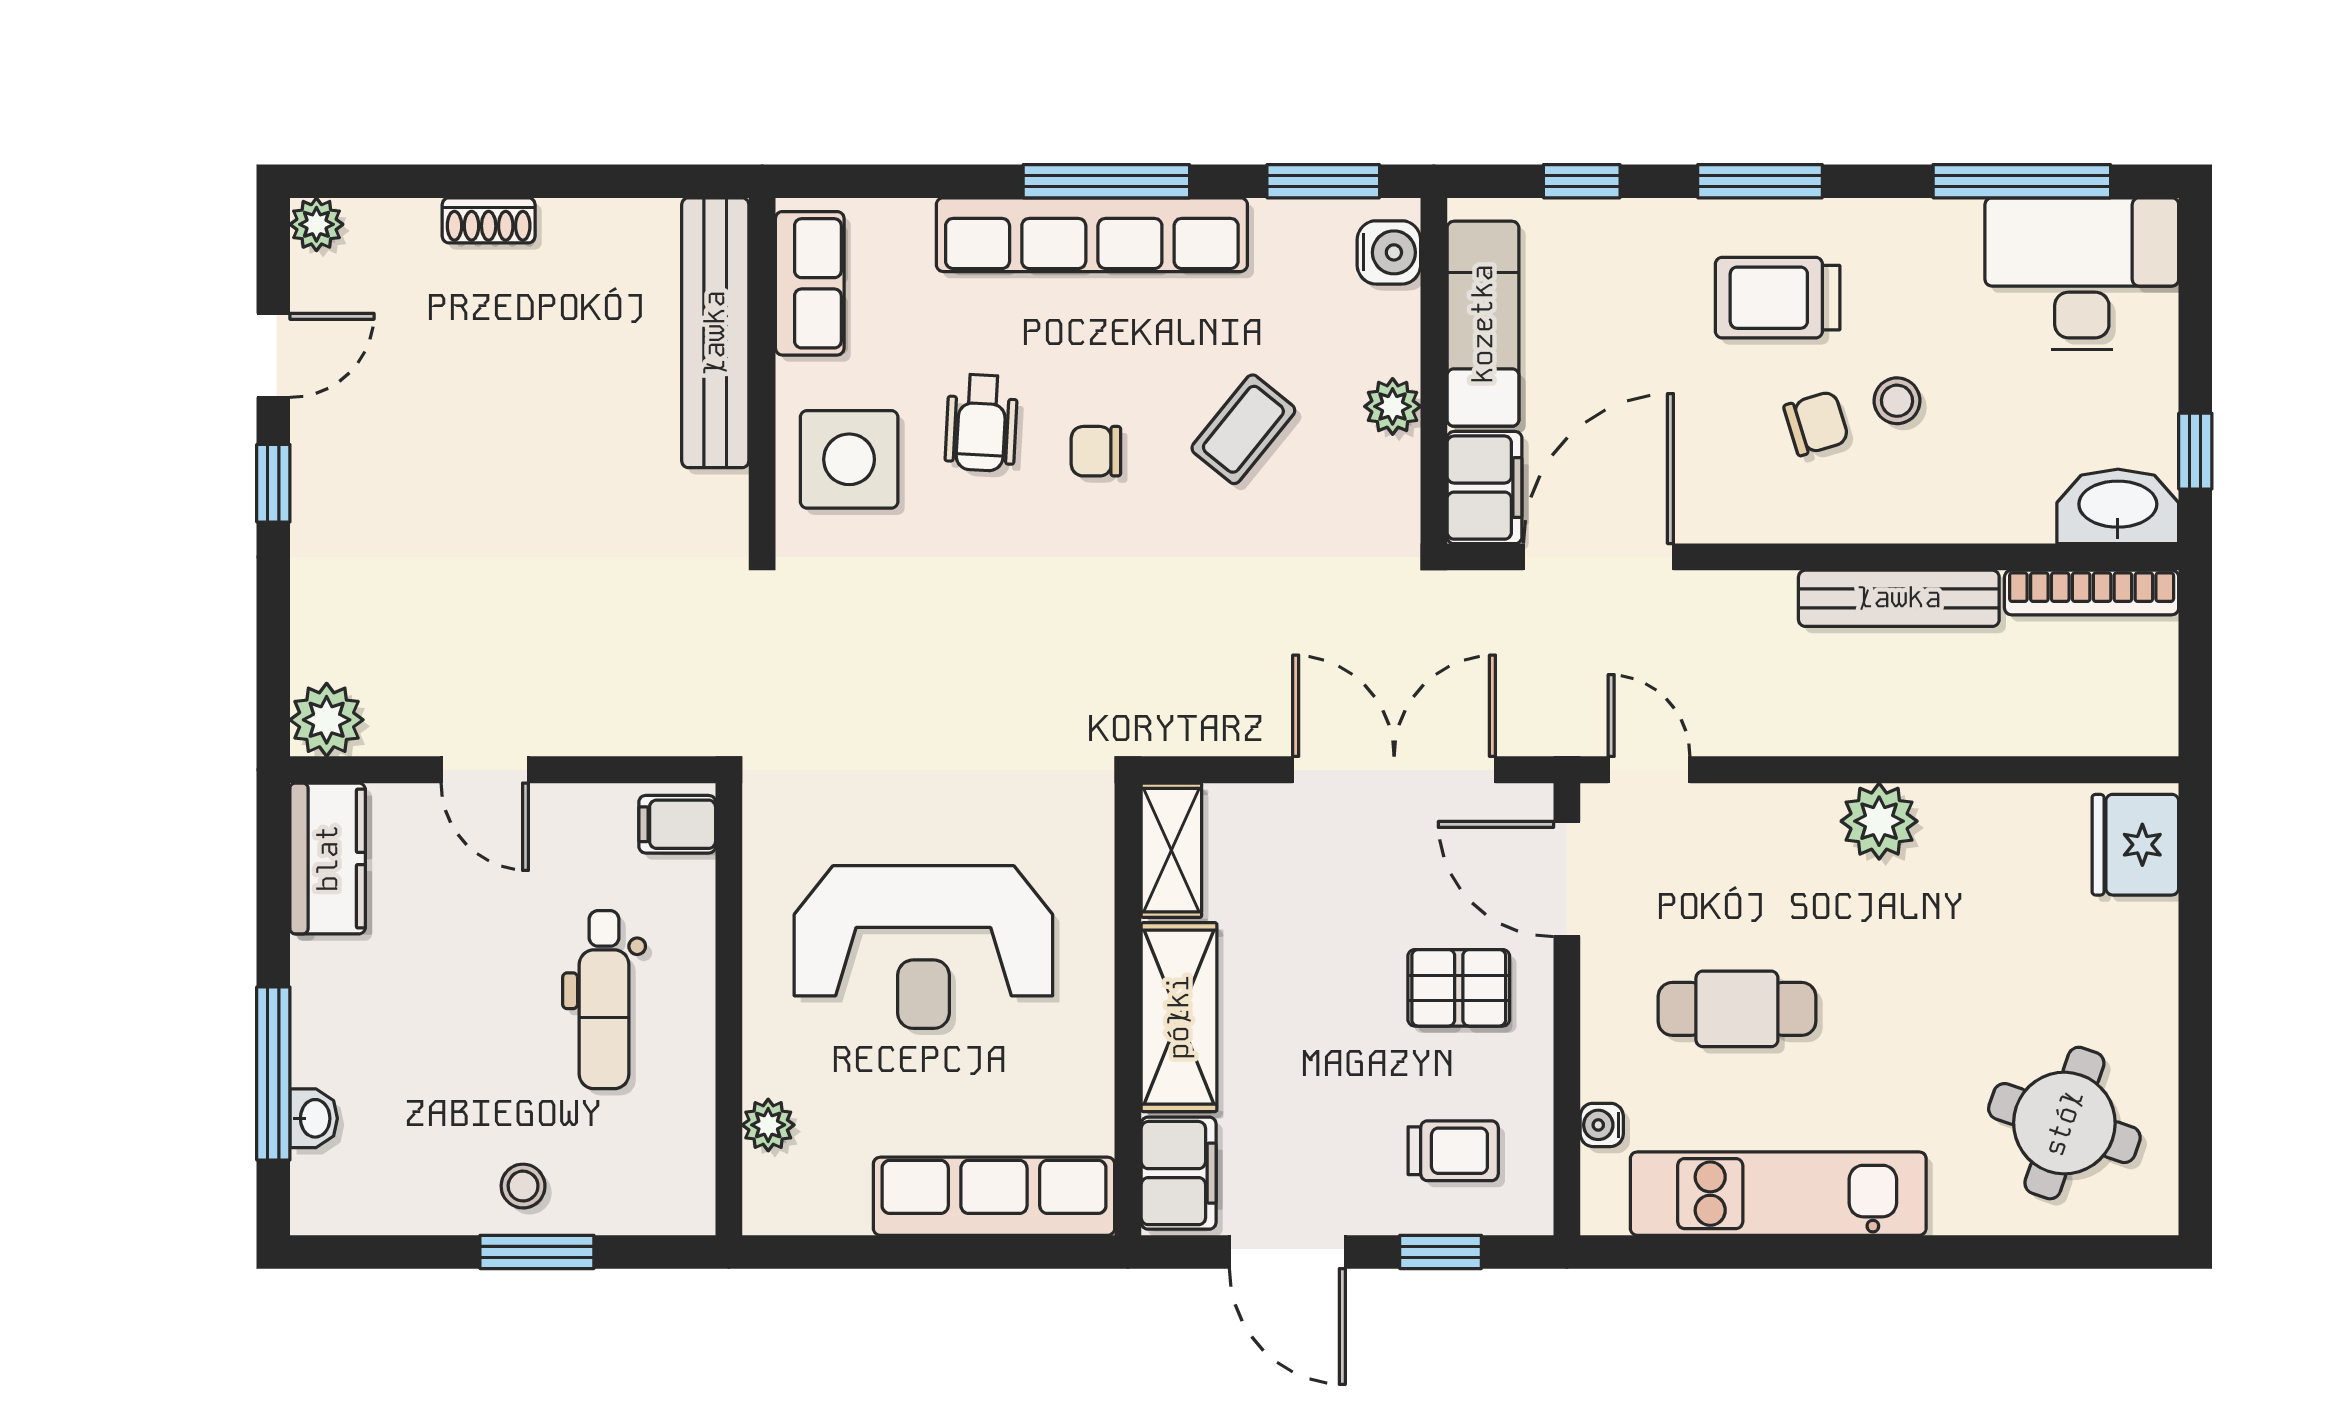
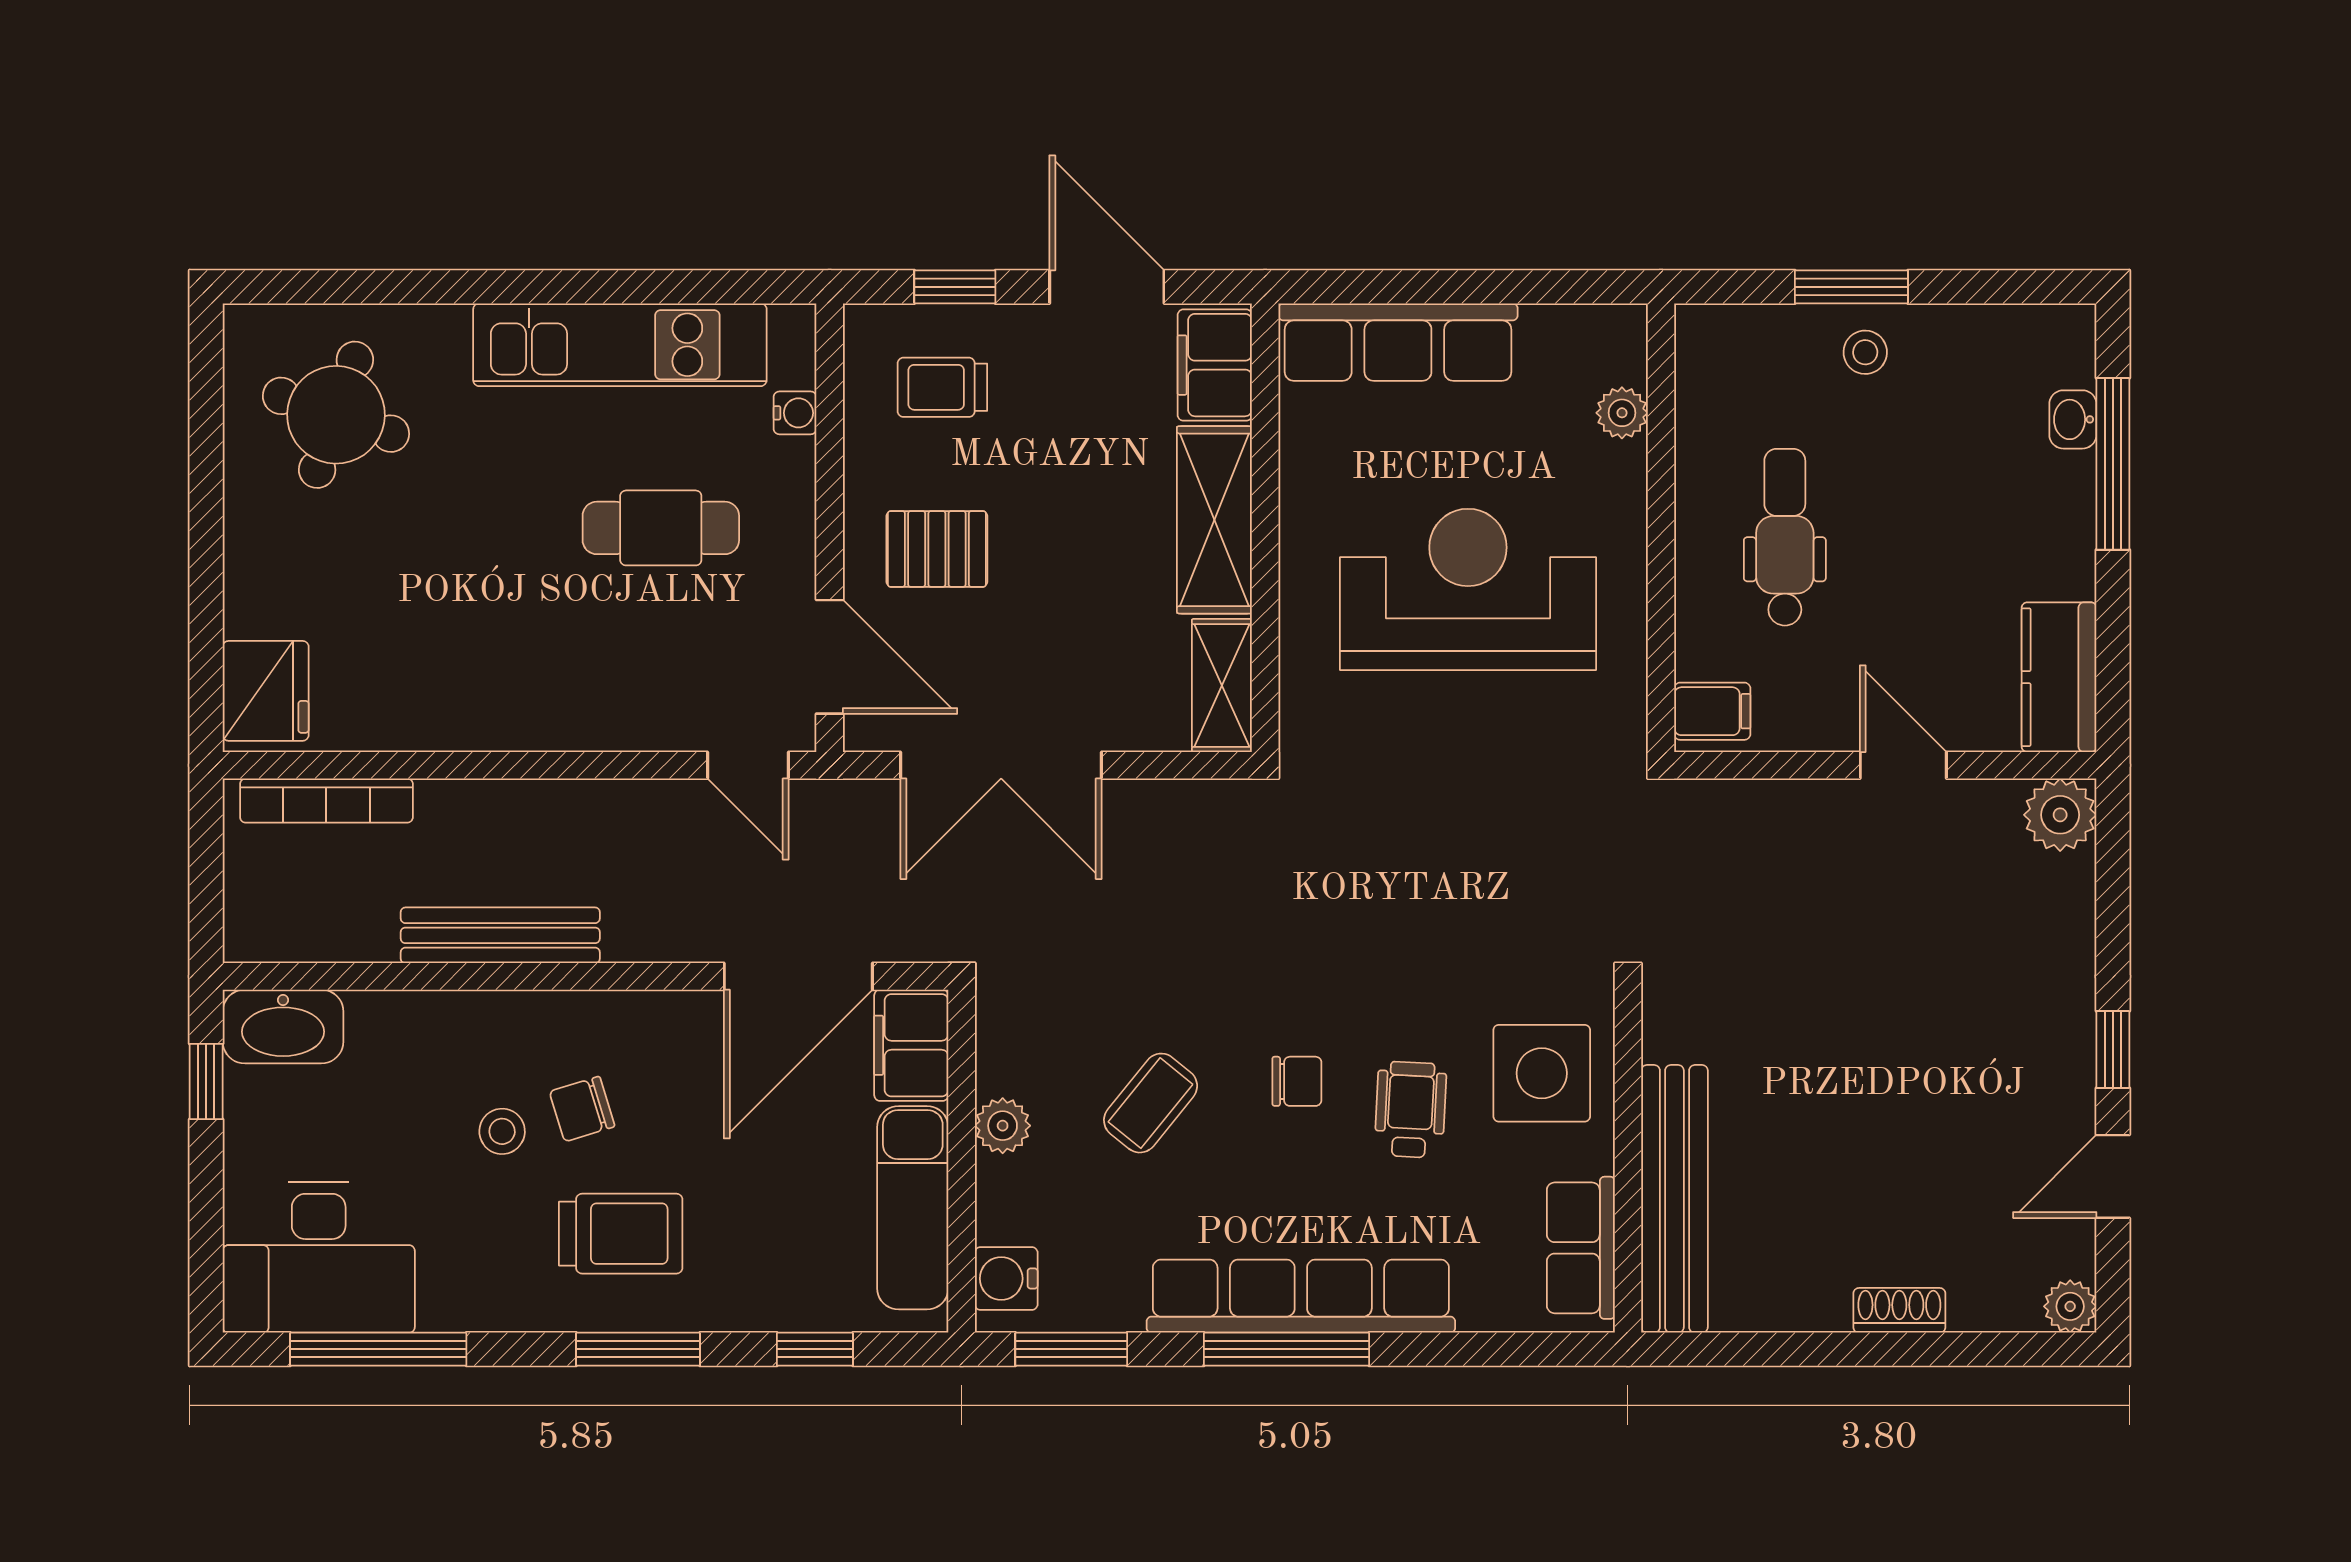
bookcase: (2092, 593) -> (326, 801), moved, turned 180
plant: (1879, 821) -> (520, 714), removed

